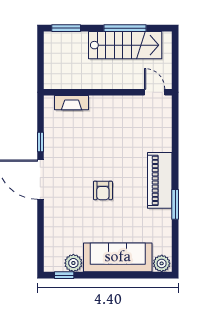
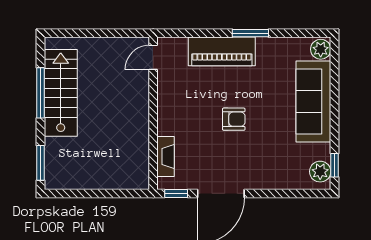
wall: (108, 92) -> (153, 113), moved
door: (155, 92) -> (153, 57), moved
fireplace: (72, 103) -> (166, 156), moved
plant: (73, 263) -> (320, 172), moved

